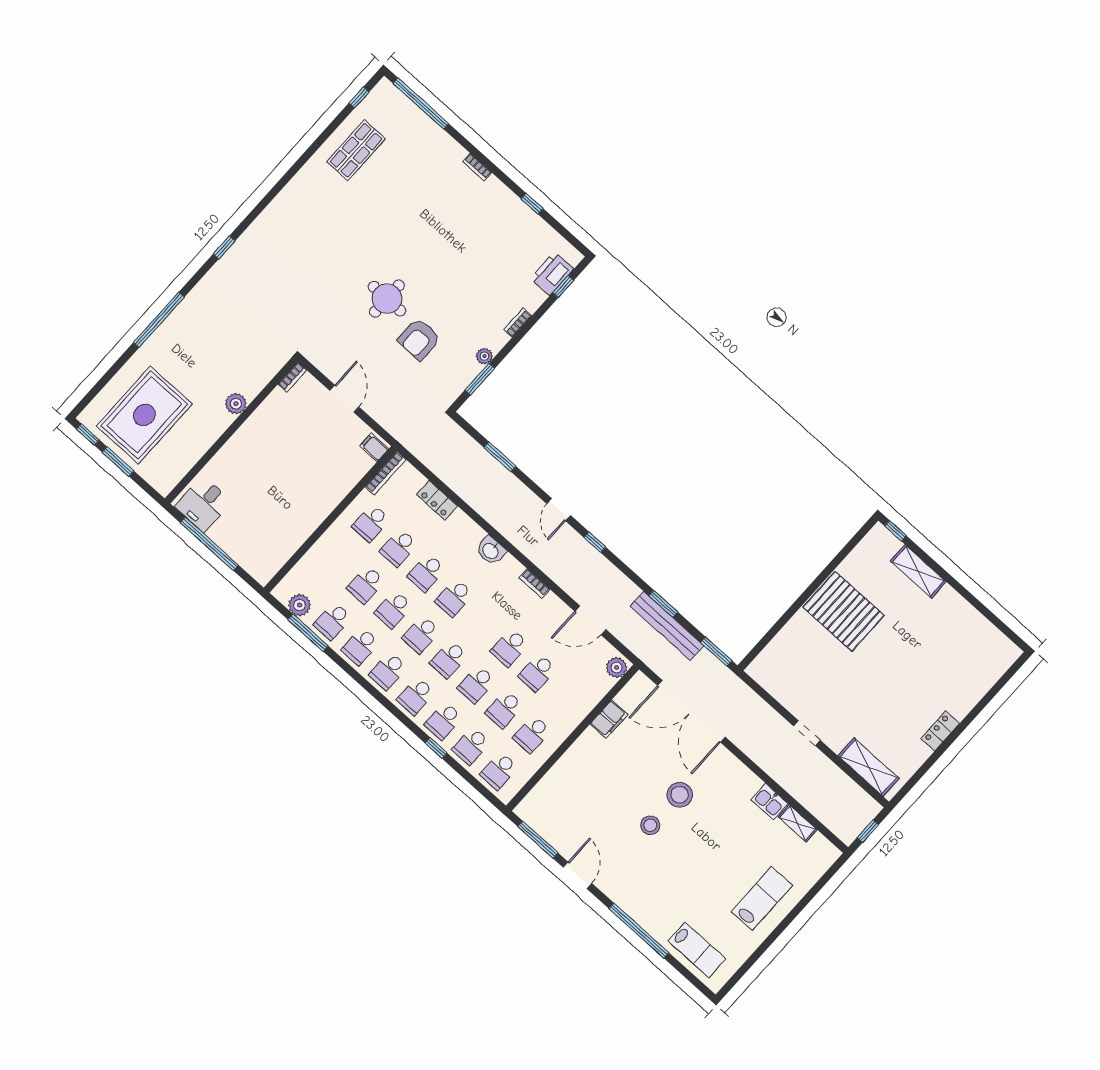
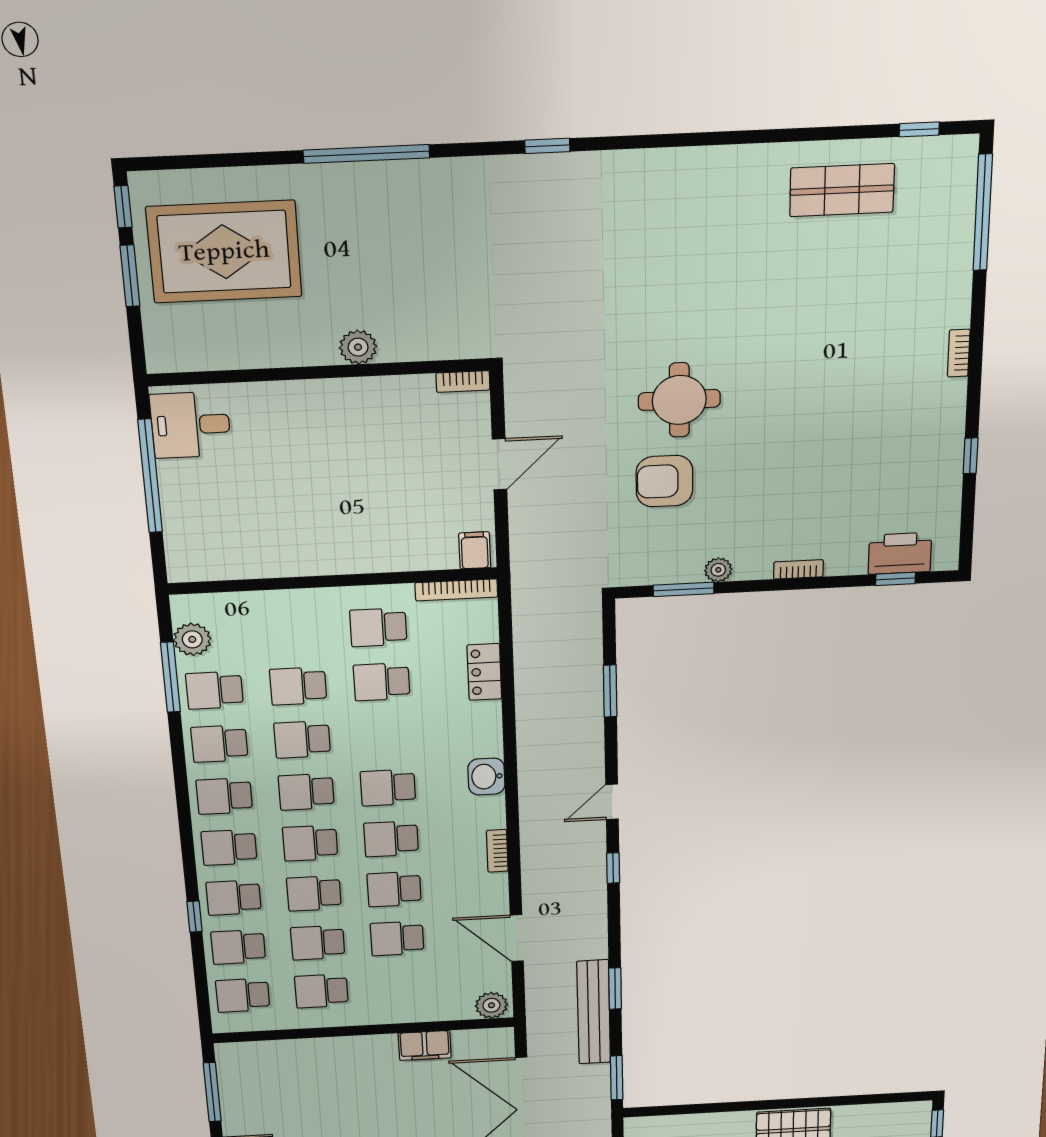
school desk: (426, 573) -> (391, 839), moved

